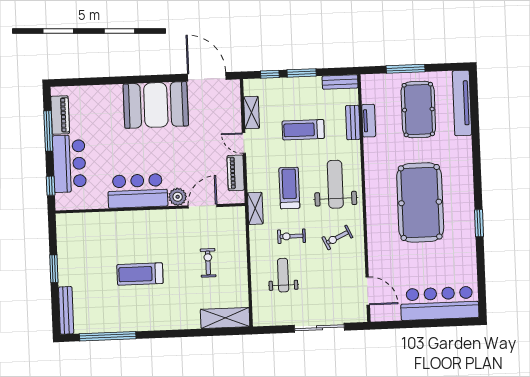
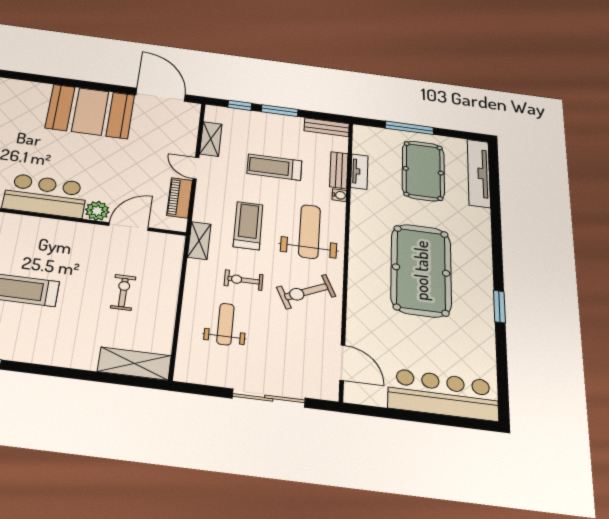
water cooler: (355, 146) -> (339, 195), added
exercise bike: (337, 237) -> (306, 292), width x1.38, depth x1.39

